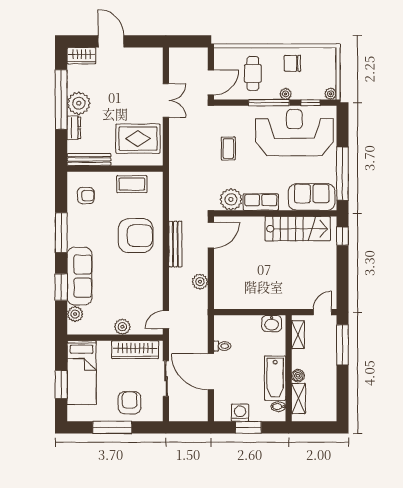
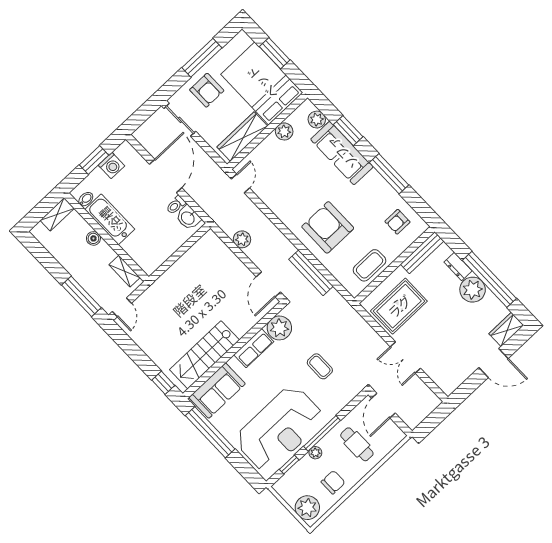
plant: (331, 94) -> (307, 508), moved, width x1.87, depth x1.87
armchair: (136, 236) -> (328, 227), turned 90
bench: (175, 244) -> (311, 273), moved
washbasin: (272, 323) -> (188, 218), moved, turned -90
plant: (122, 327) -> (284, 131), moved
door: (211, 372) -> (166, 176), hinge flipped
bed: (82, 373) -> (262, 83), width x1.50
sliding door: (166, 378) -> (180, 120), moved
shelving: (298, 398) -> (57, 214), moved, turned 90

